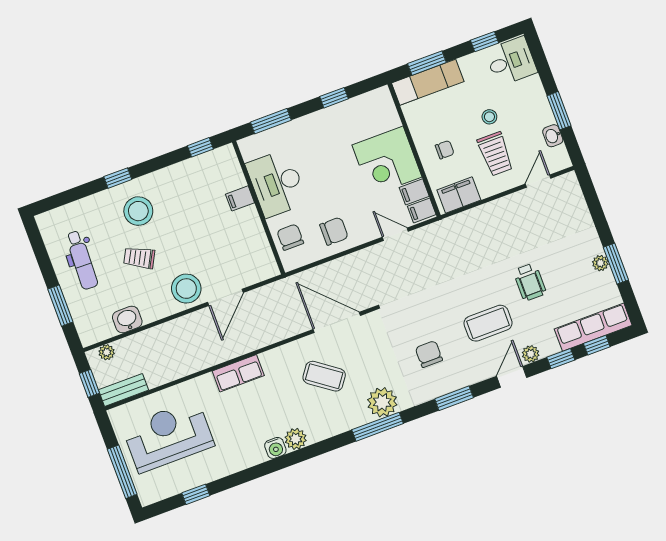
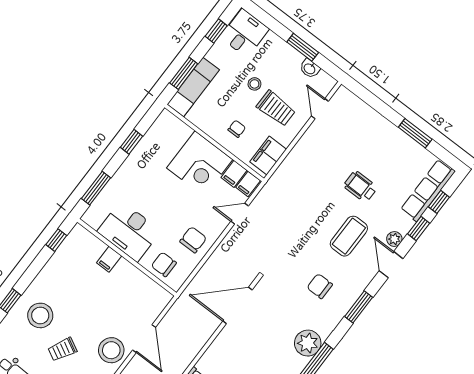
plant: (600, 263) -> (404, 140), removed
wheelchair: (530, 282) -> (360, 187), turned 180
coffee table: (324, 376) -> (253, 351), removed

